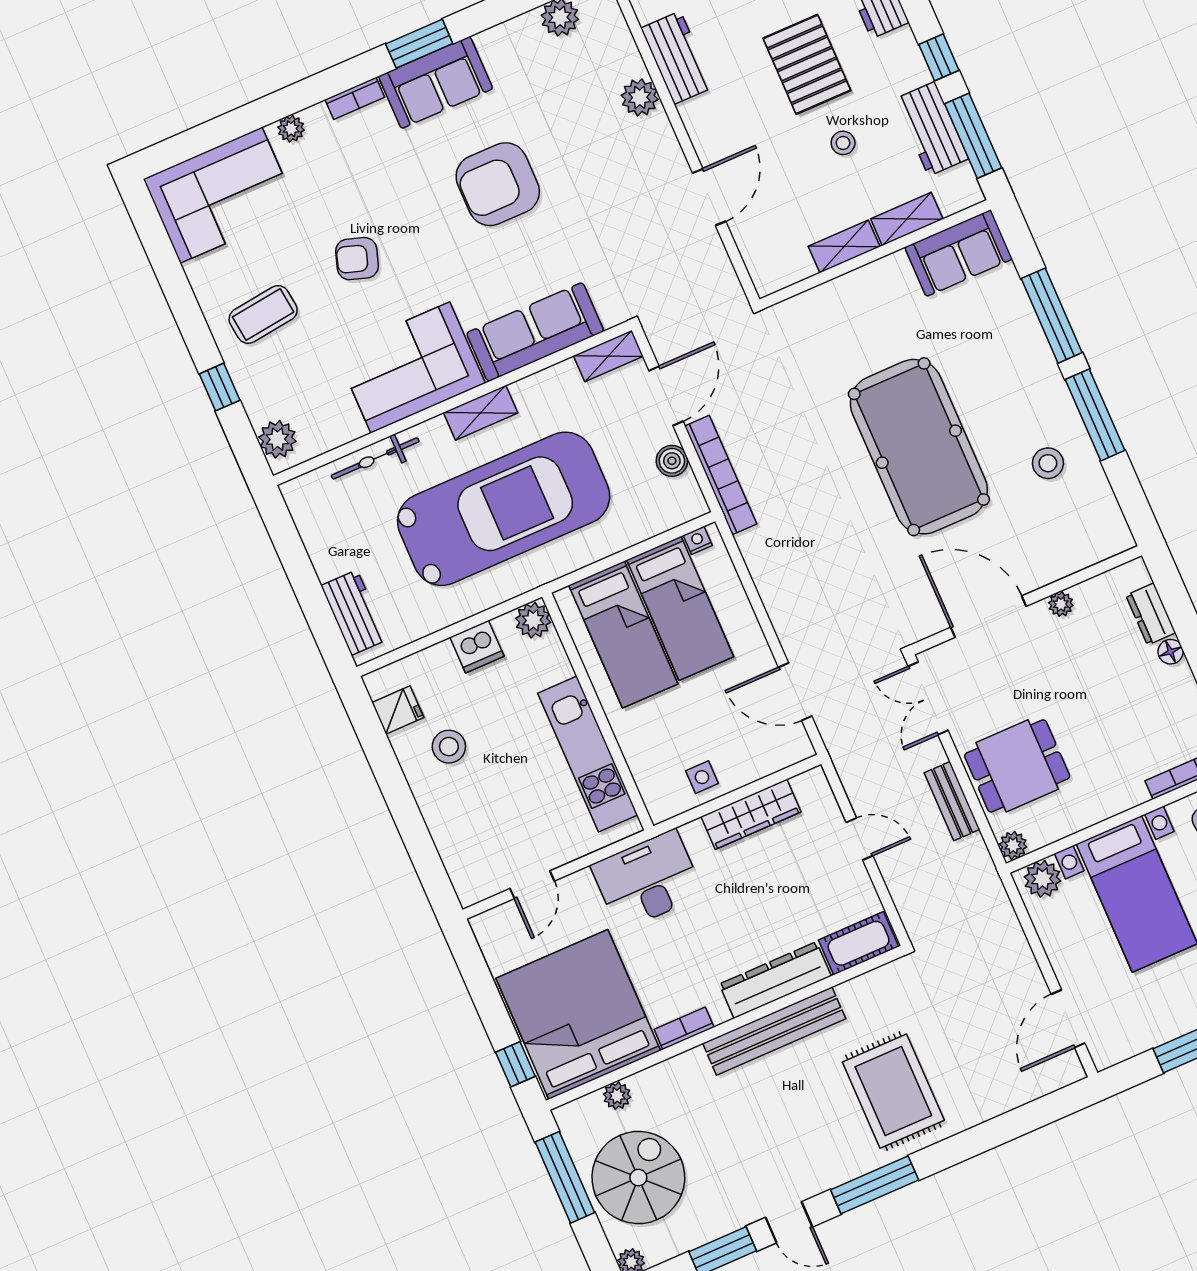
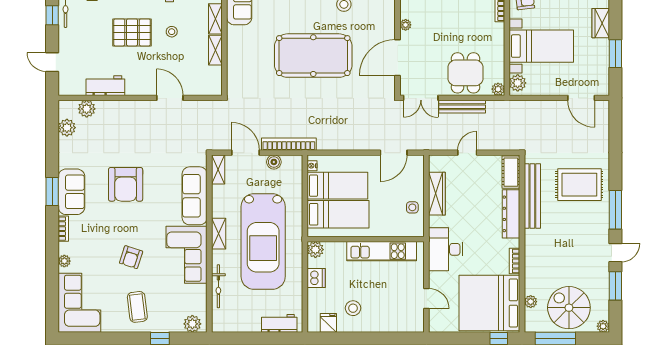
plant: (640, 97) -> (87, 109), moved
car: (504, 509) -> (263, 241), turned 180
bench: (952, 801) -> (462, 107), width x1.36
bench: (774, 1031) -> (532, 196), moved

